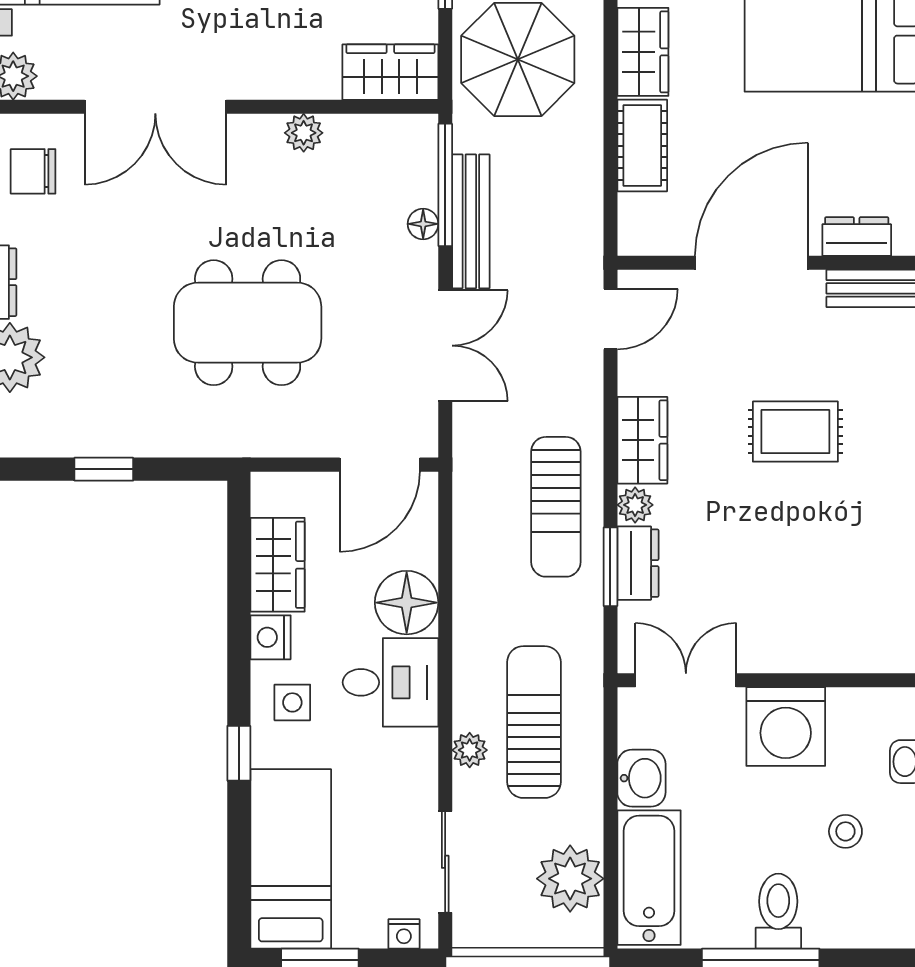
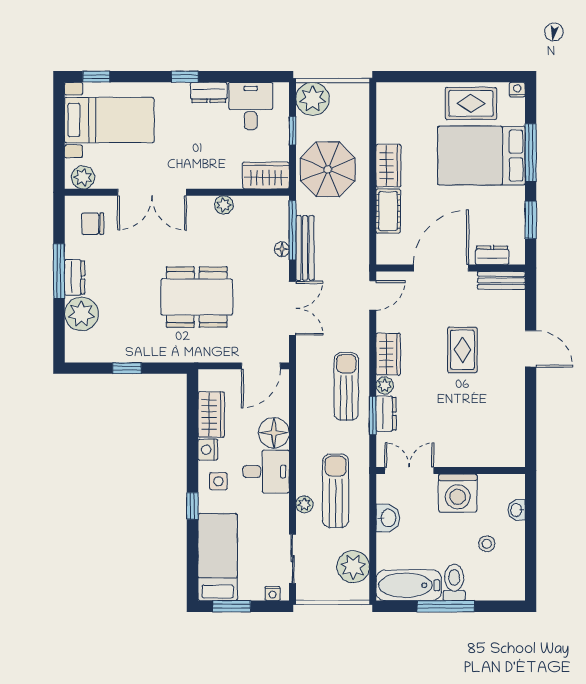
rug: (795, 432) -> (462, 350), turned 90
sun lounger: (556, 507) -> (346, 386), turned 180
bathtub: (649, 878) -> (409, 585), moved, turned -90

